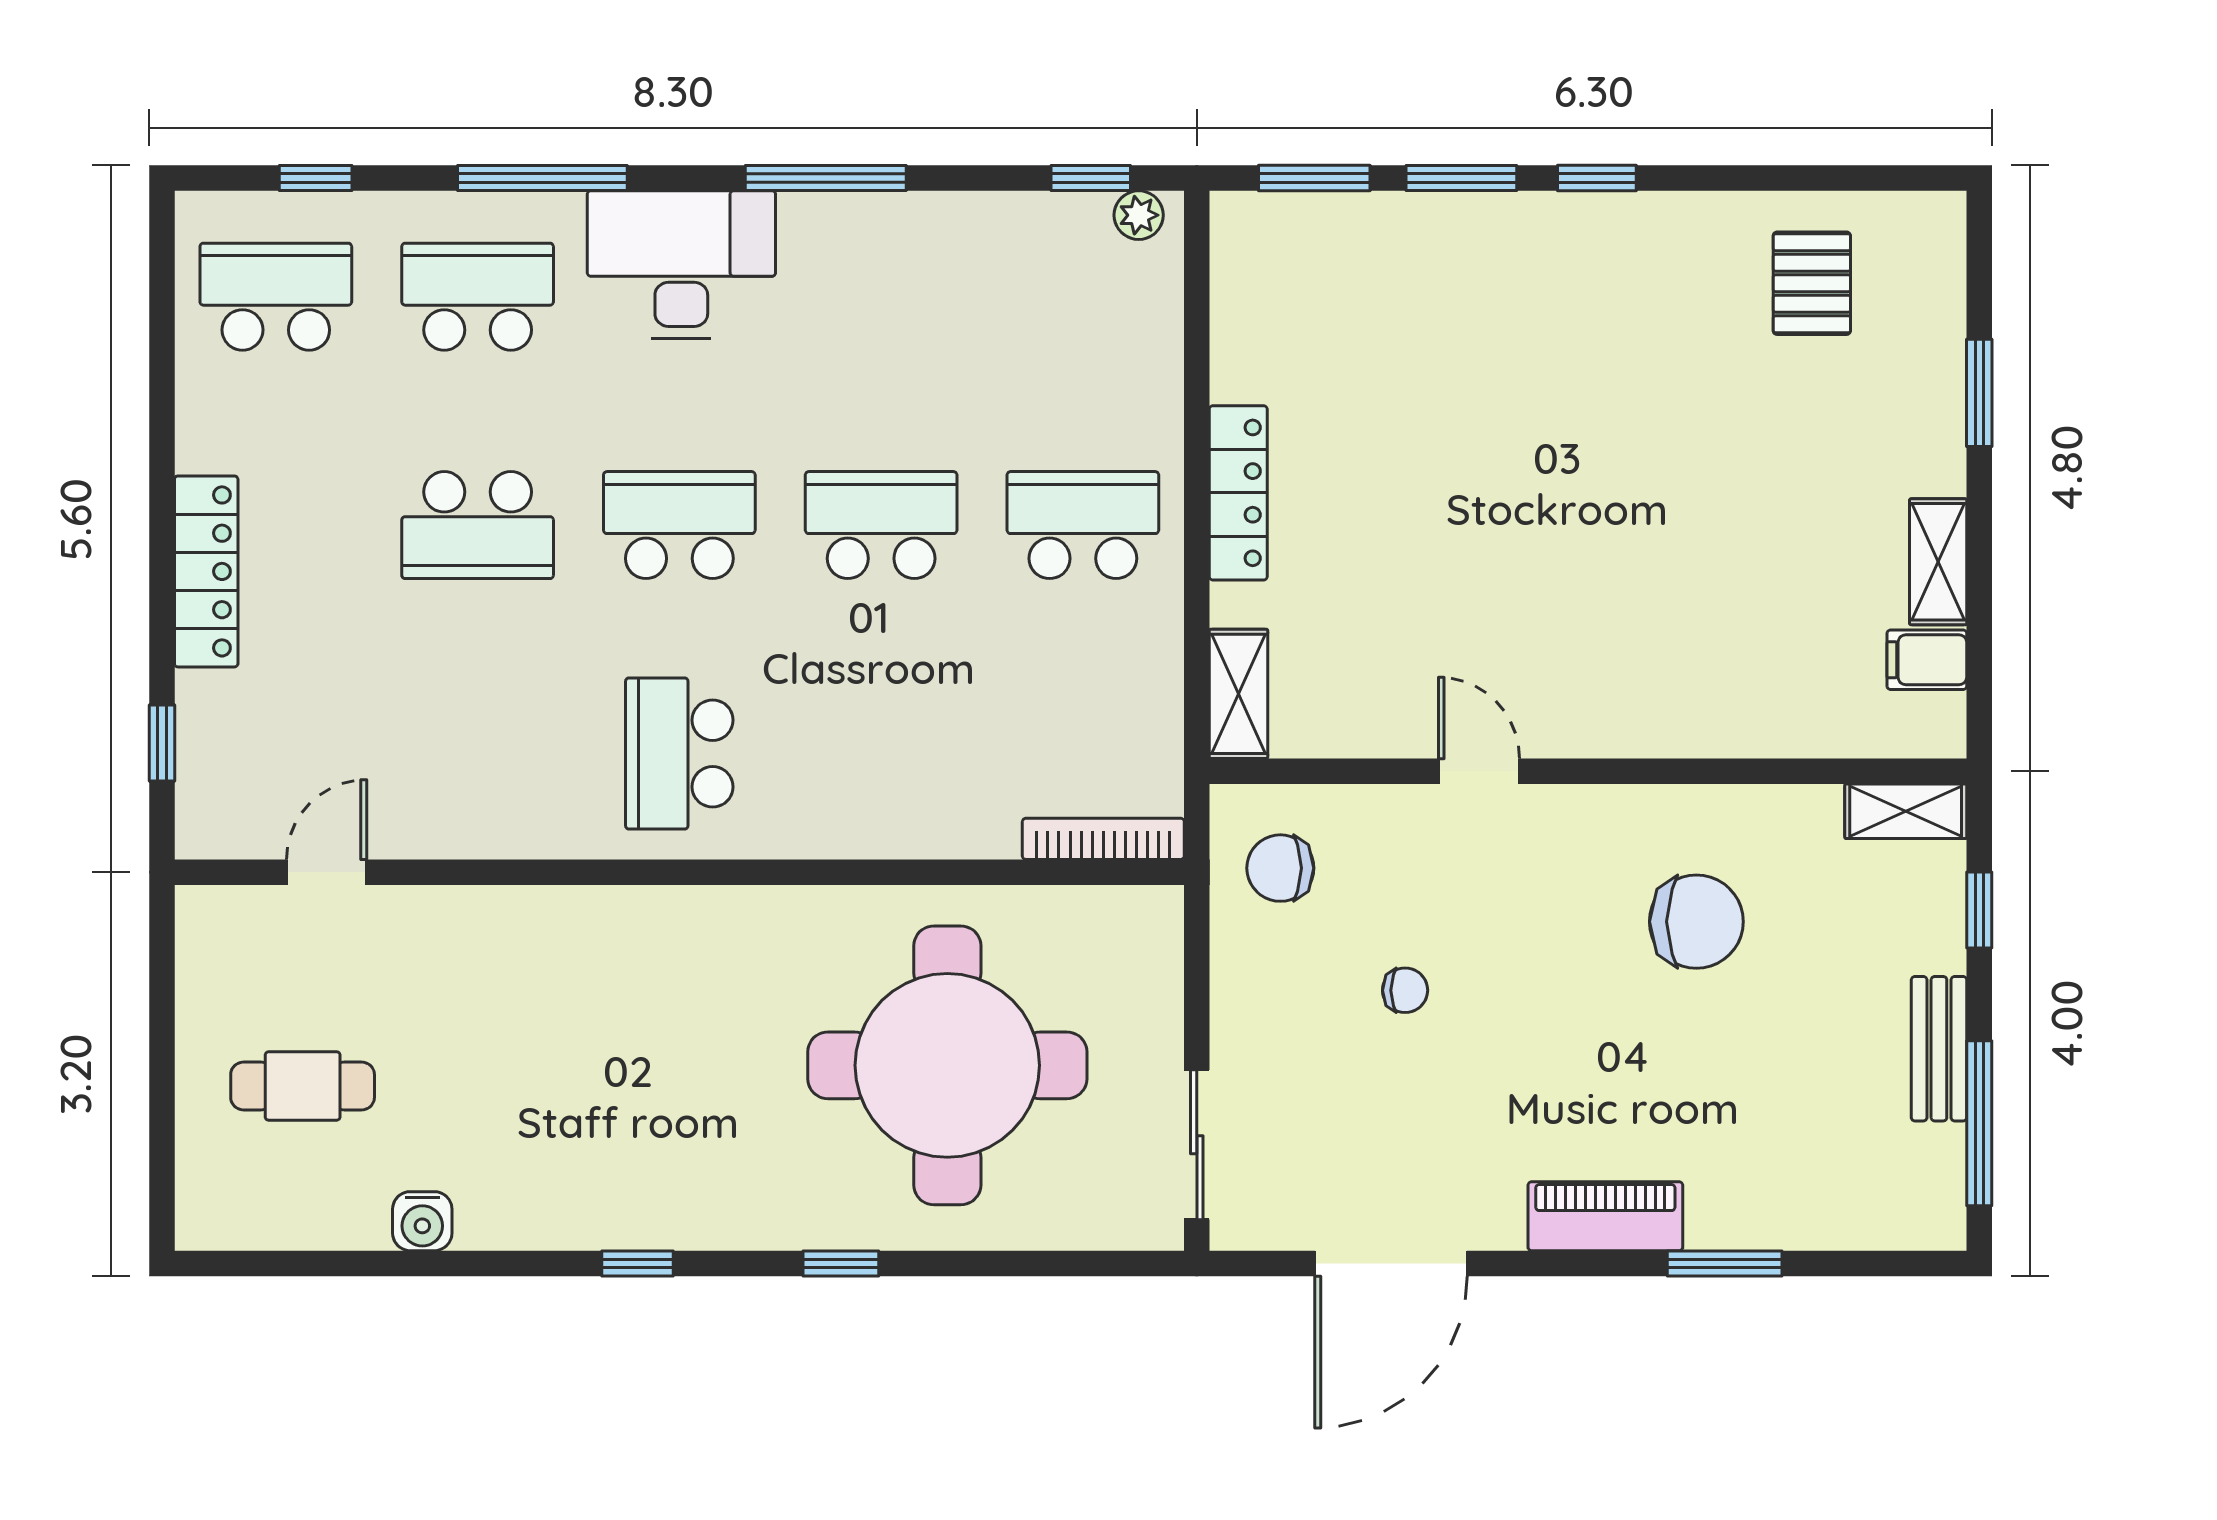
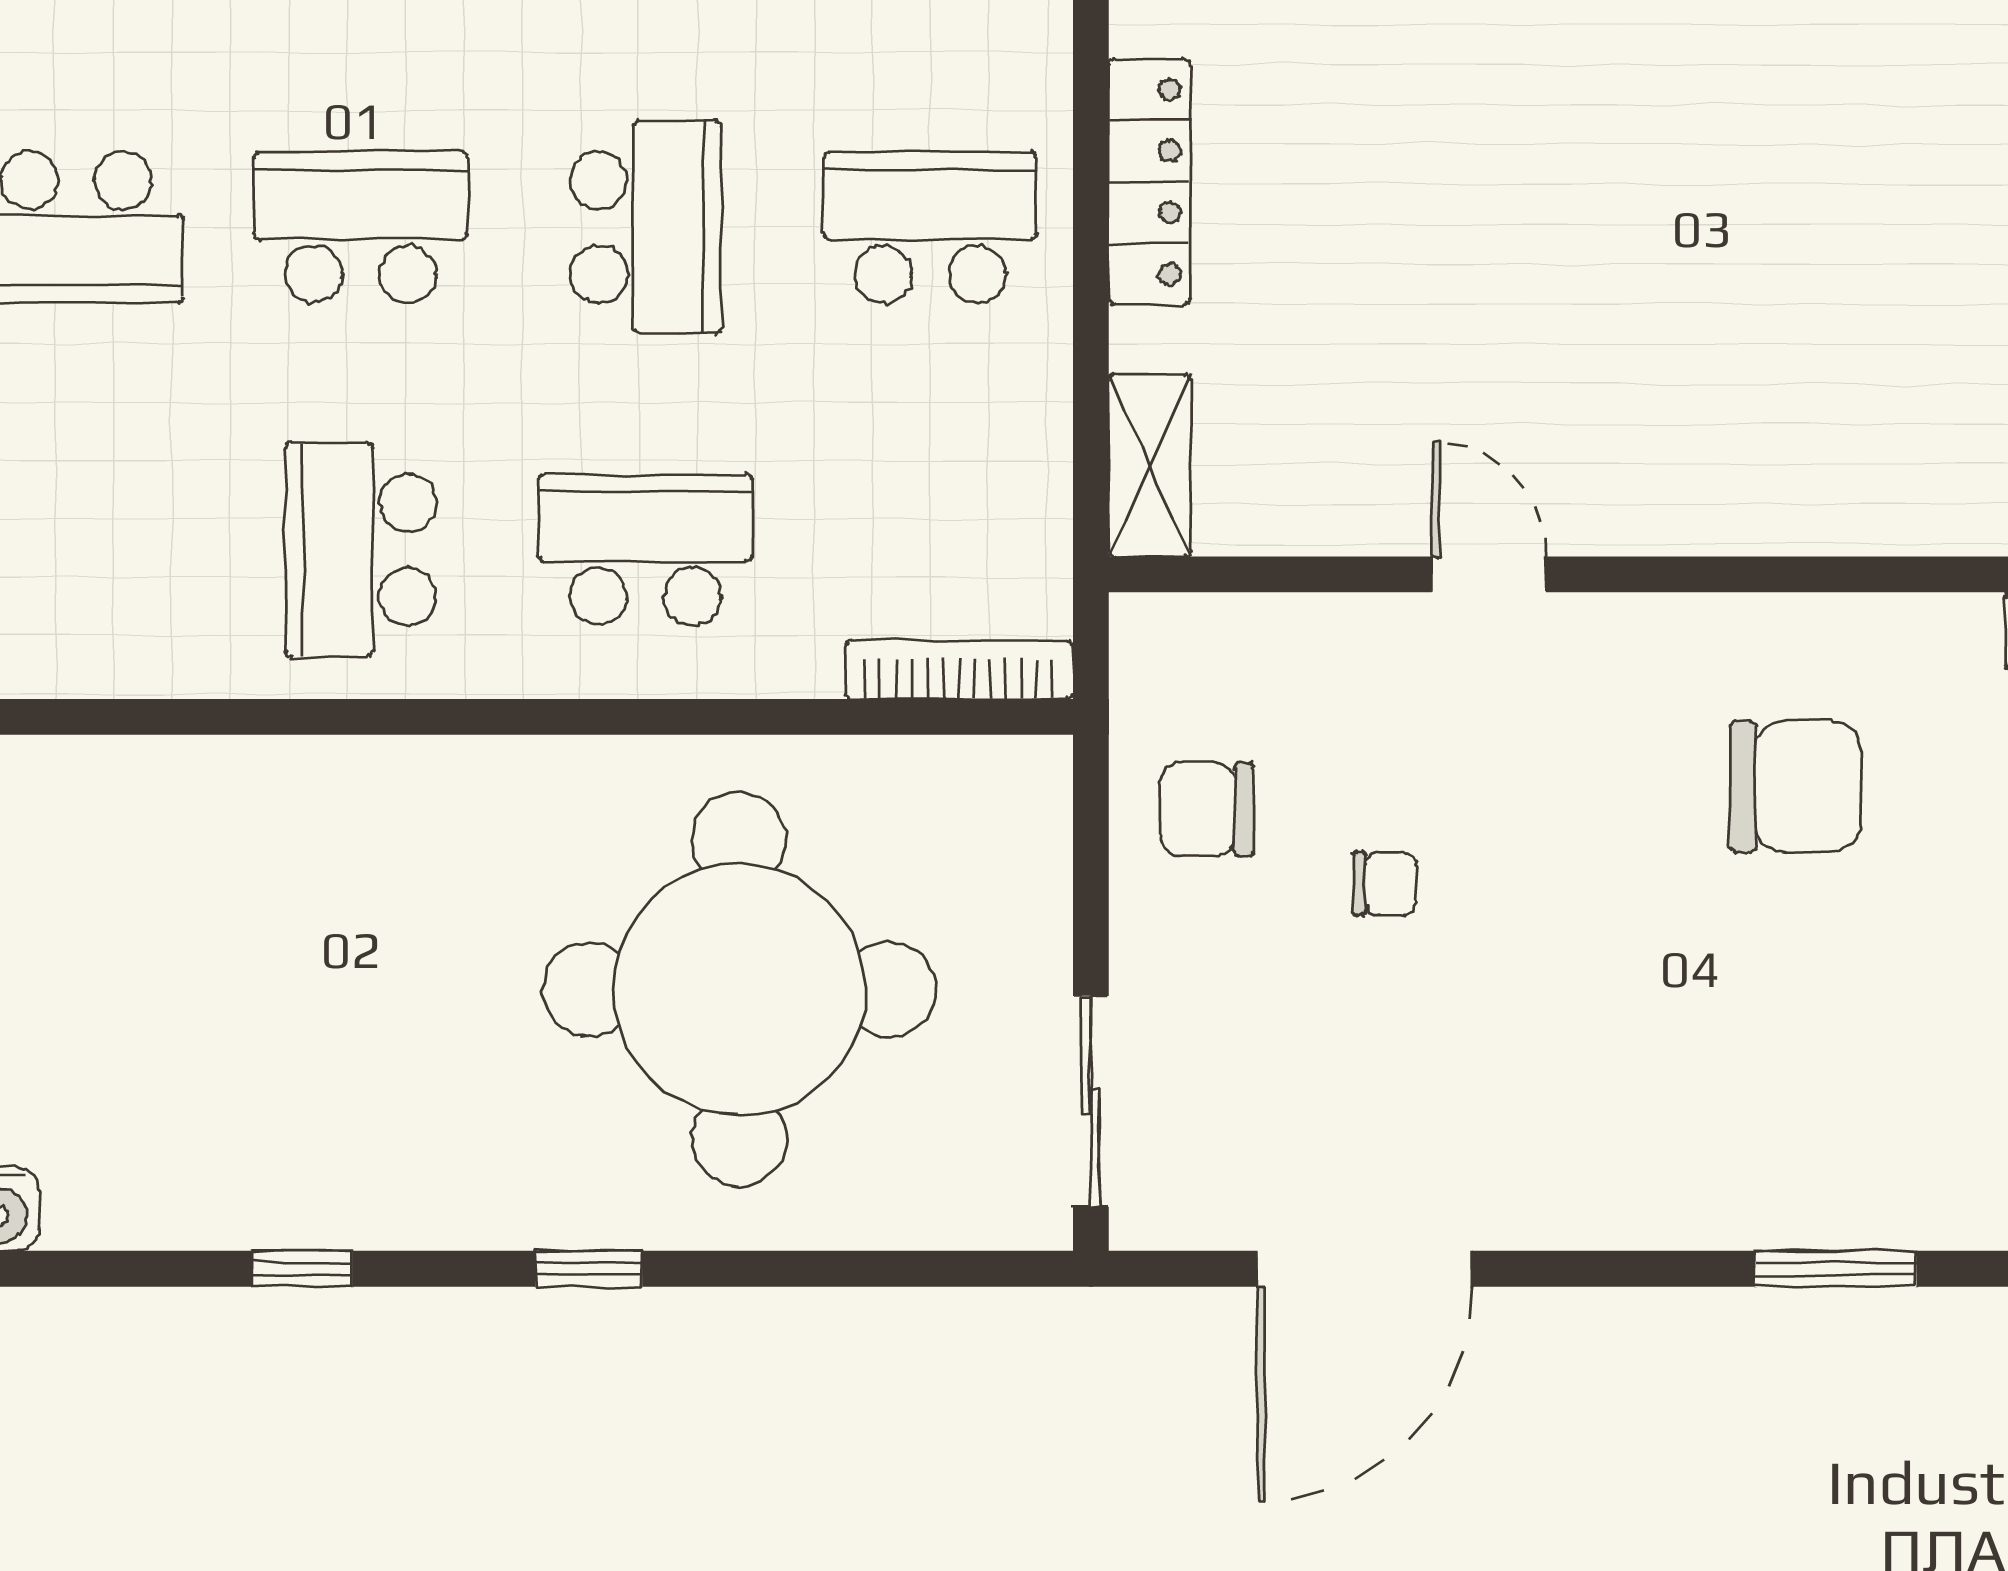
school desk: (881, 525) -> (645, 227), turned 90
school desk: (881, 753) -> (645, 549), added
chair: (1280, 868) -> (1207, 809), moved
piano: (1605, 1216) -> (1667, 1202), removed

